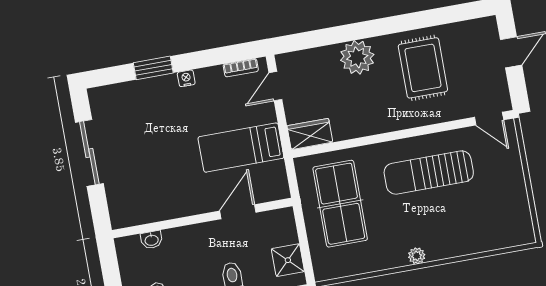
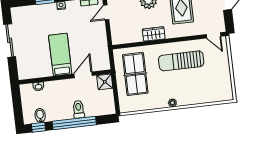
wardrobe: (310, 134) -> (154, 34), moved
bed: (241, 148) -> (60, 55), moved, turned 90
shower: (288, 260) -> (105, 82), moved

